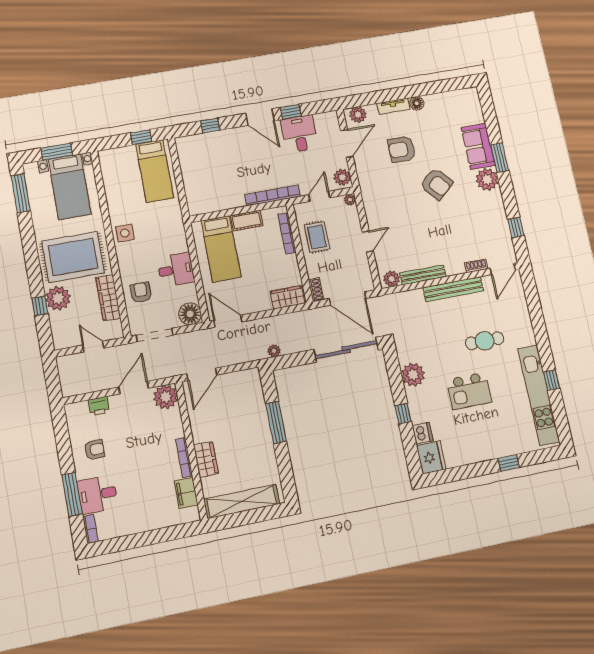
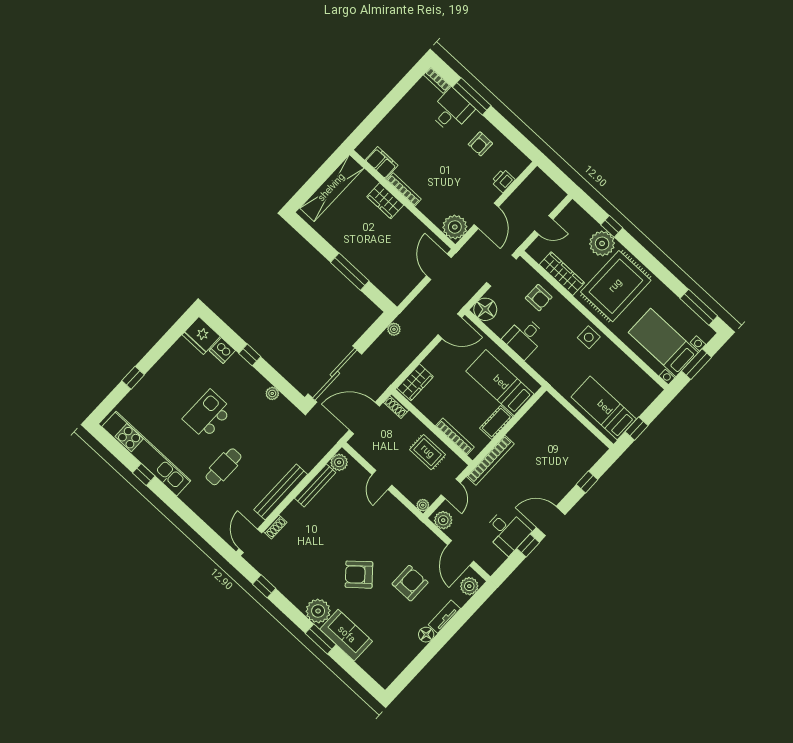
plant: (413, 375) -> (272, 393), width x0.53, depth x0.53

